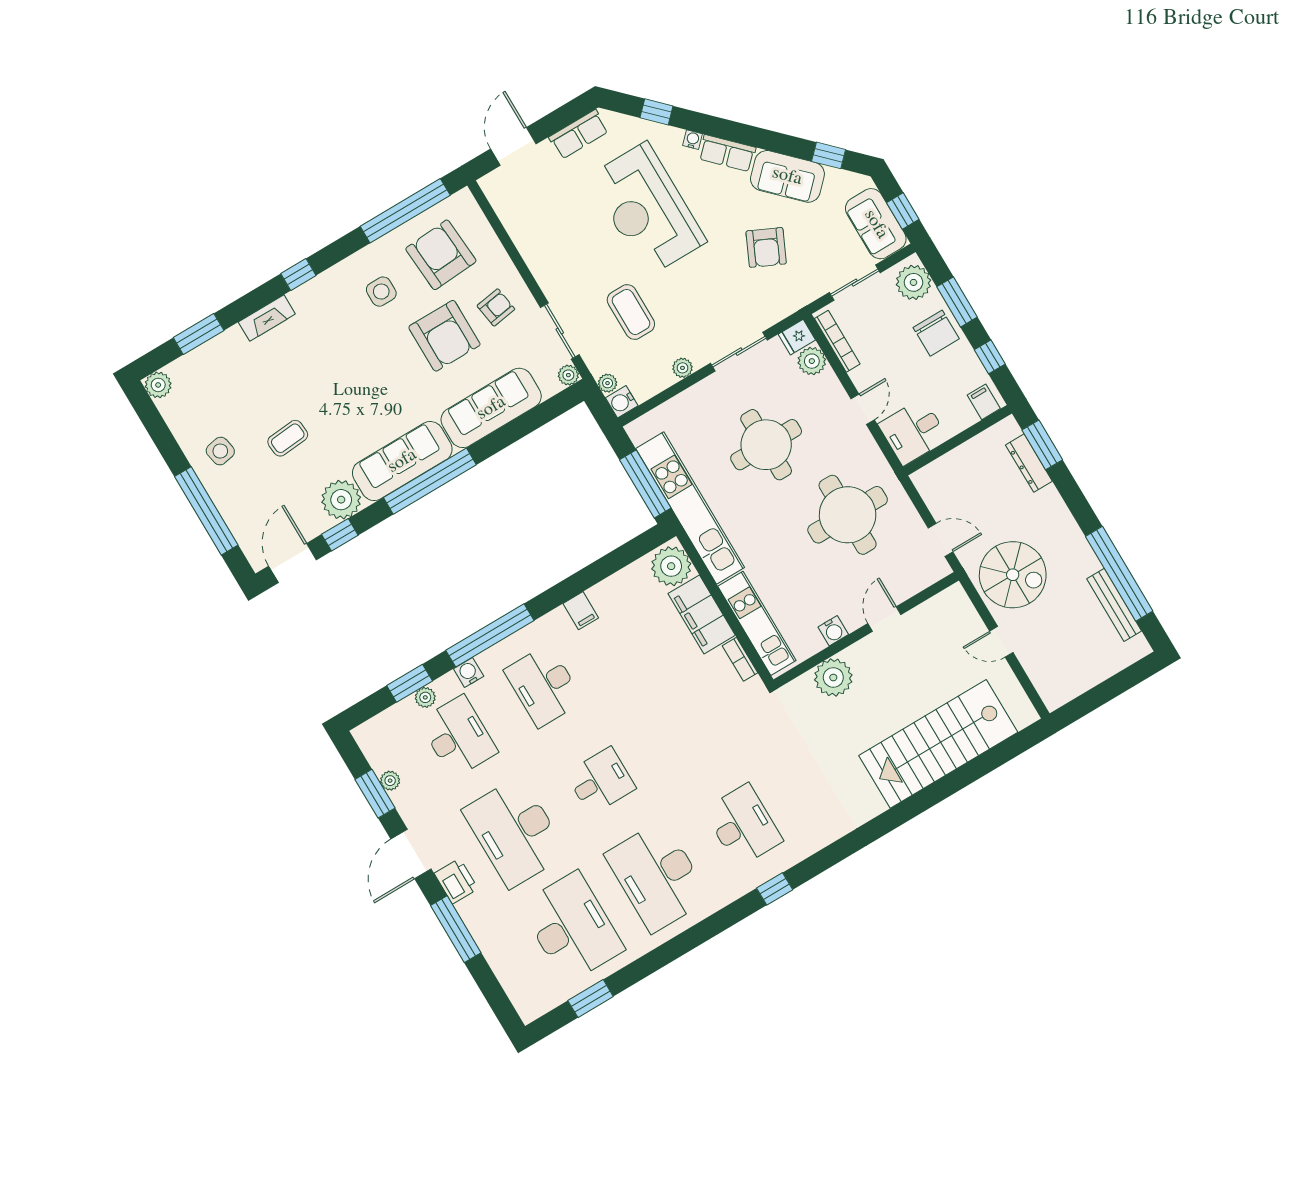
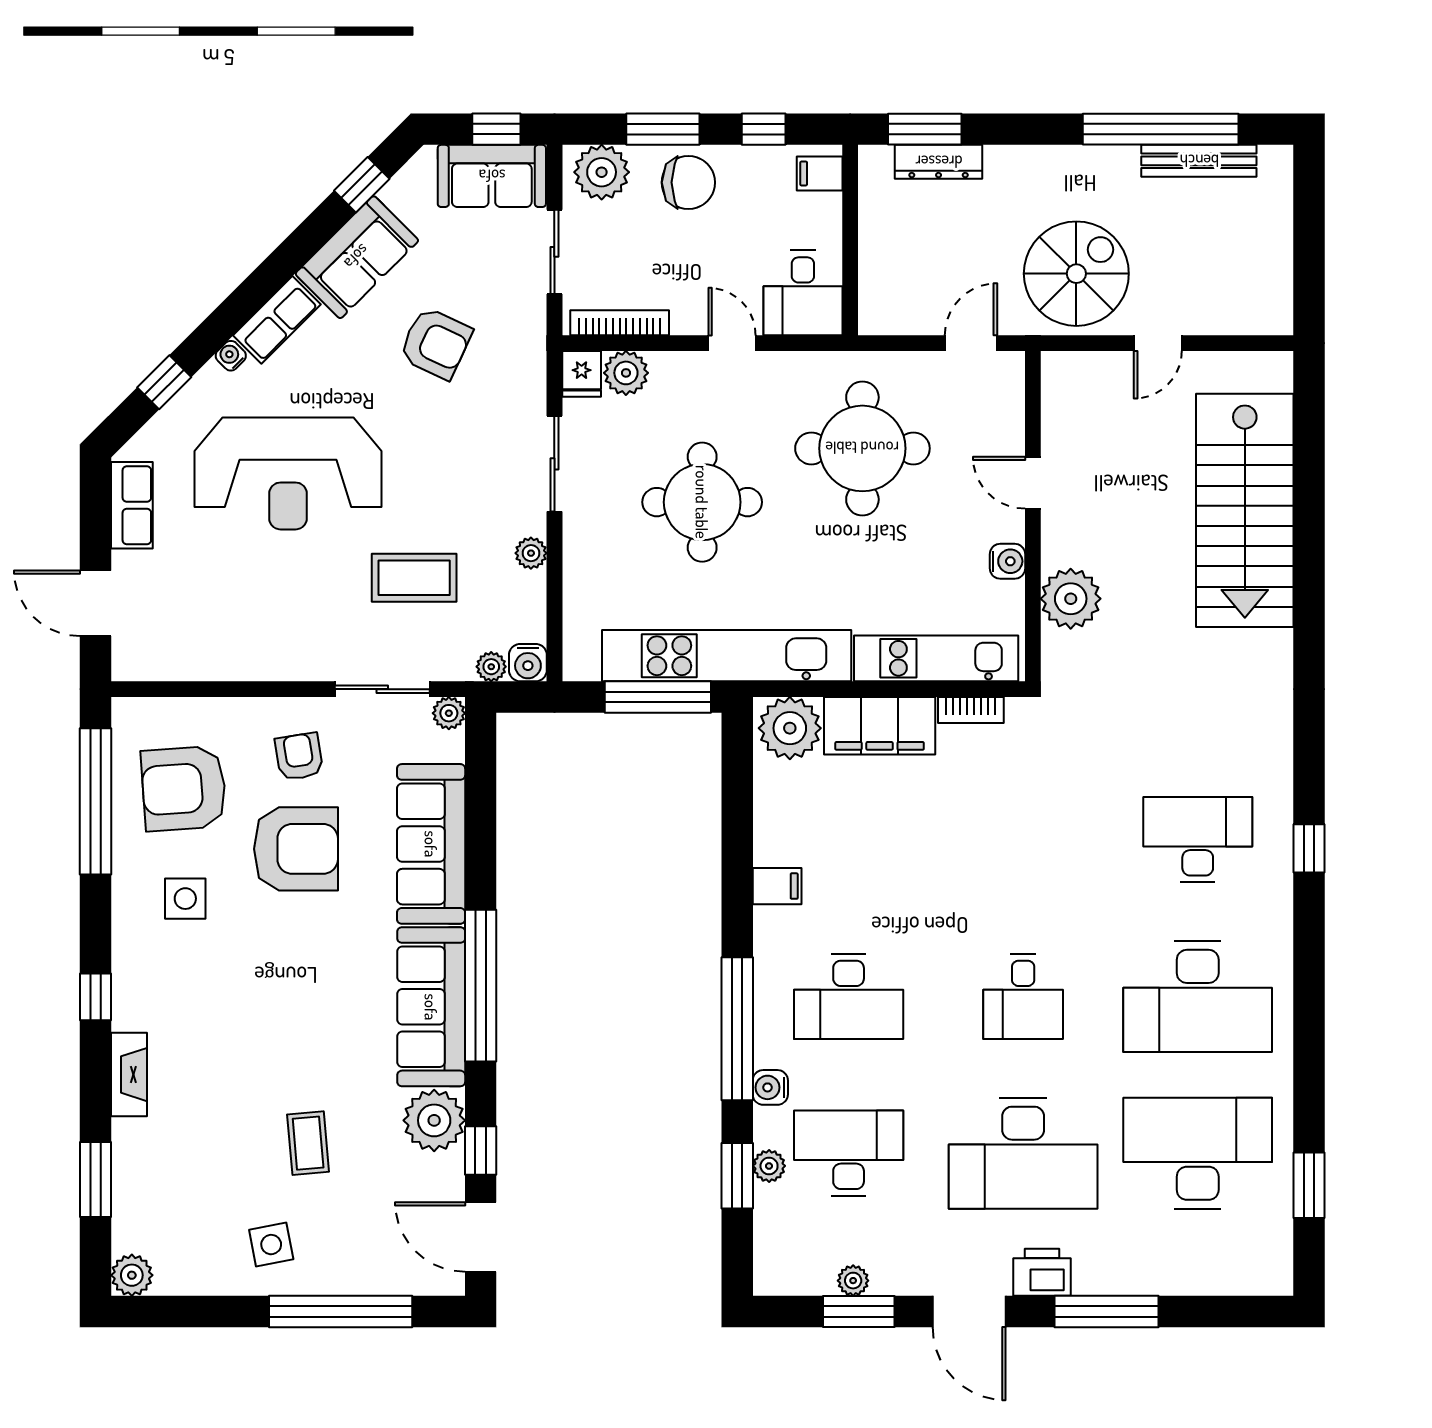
desk: (601, 781) -> (1023, 996), turned 180

